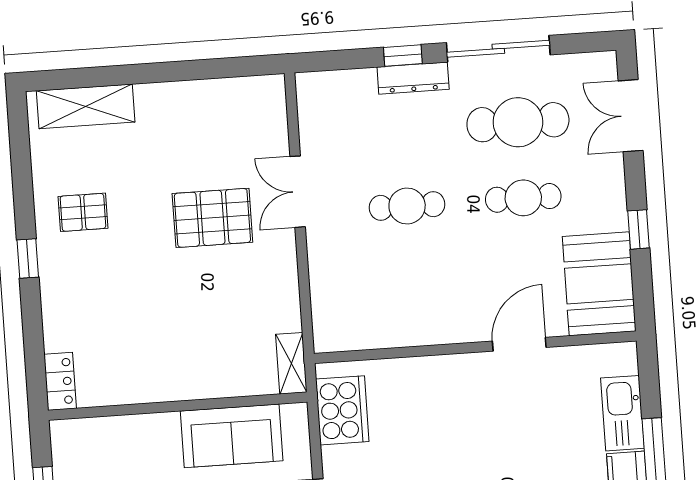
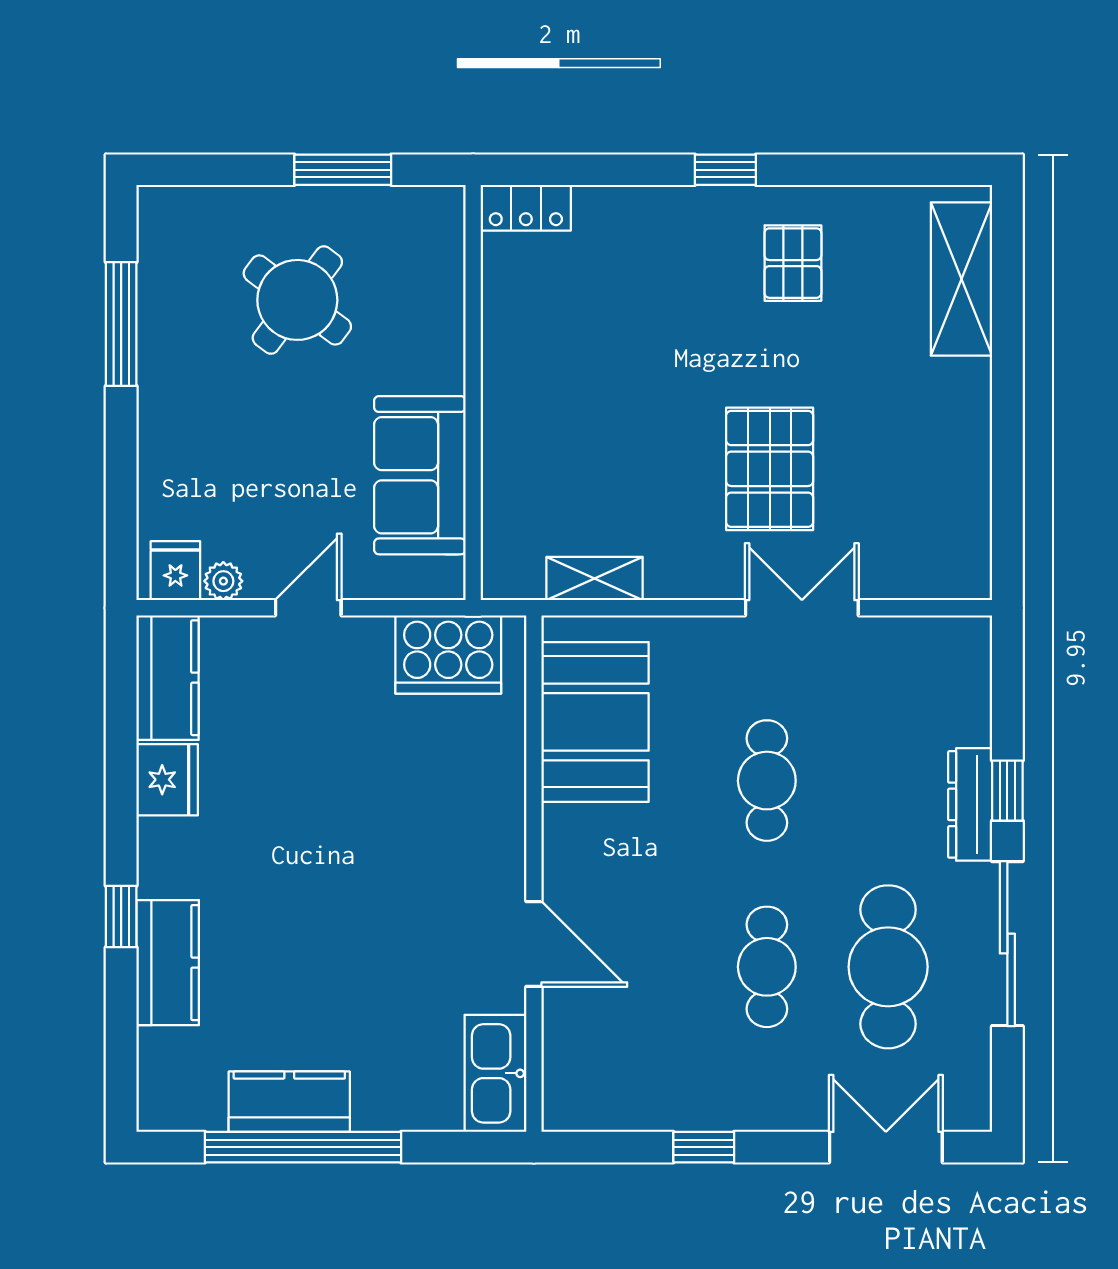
booth: (599, 284) -> (595, 722), moved, turned 90
shelving: (291, 363) -> (595, 579), moved
kitchen sink: (622, 413) -> (495, 1073), moved, turned -90

